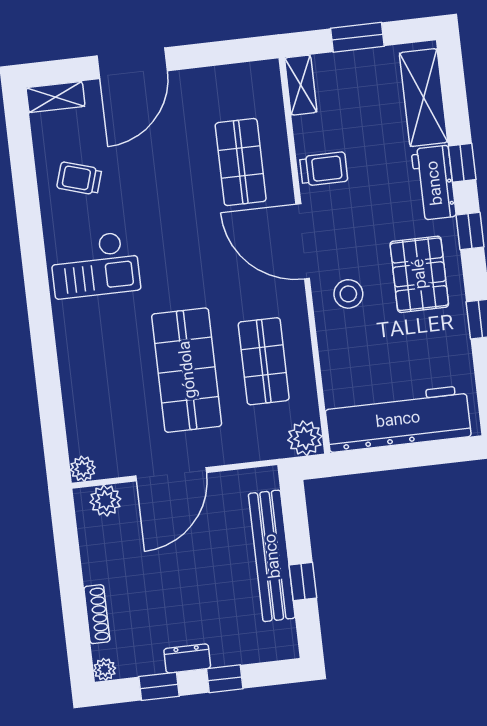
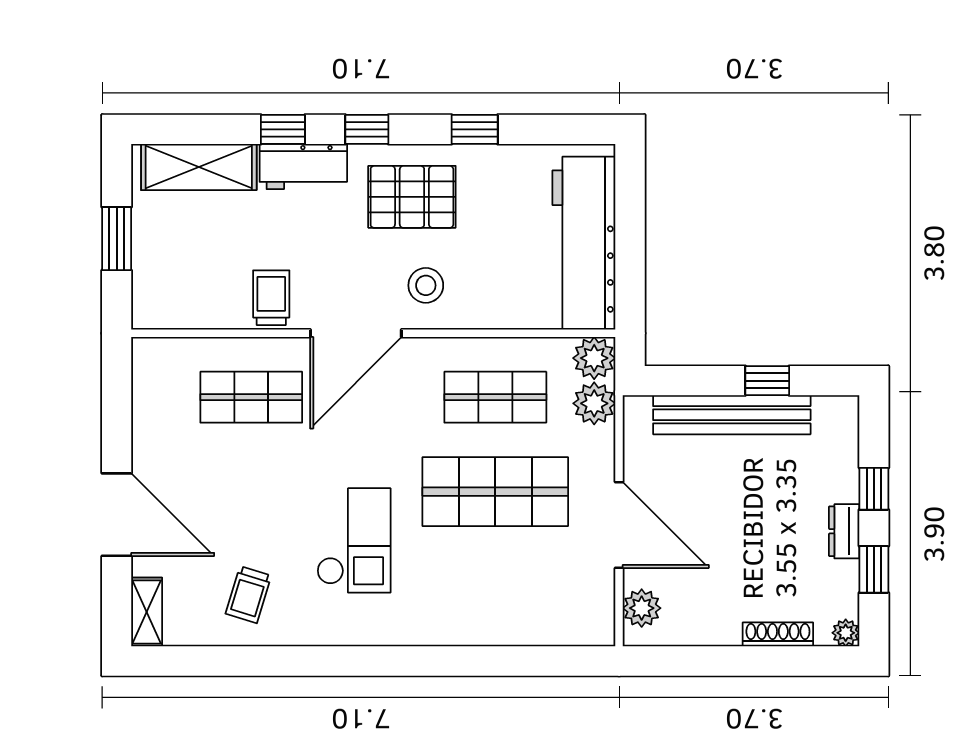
shelving: (301, 85) -> (167, 314), removed
checkout: (95, 265) -> (354, 540), moved
plant: (83, 469) -> (594, 403), moved, width x1.38, depth x1.38

